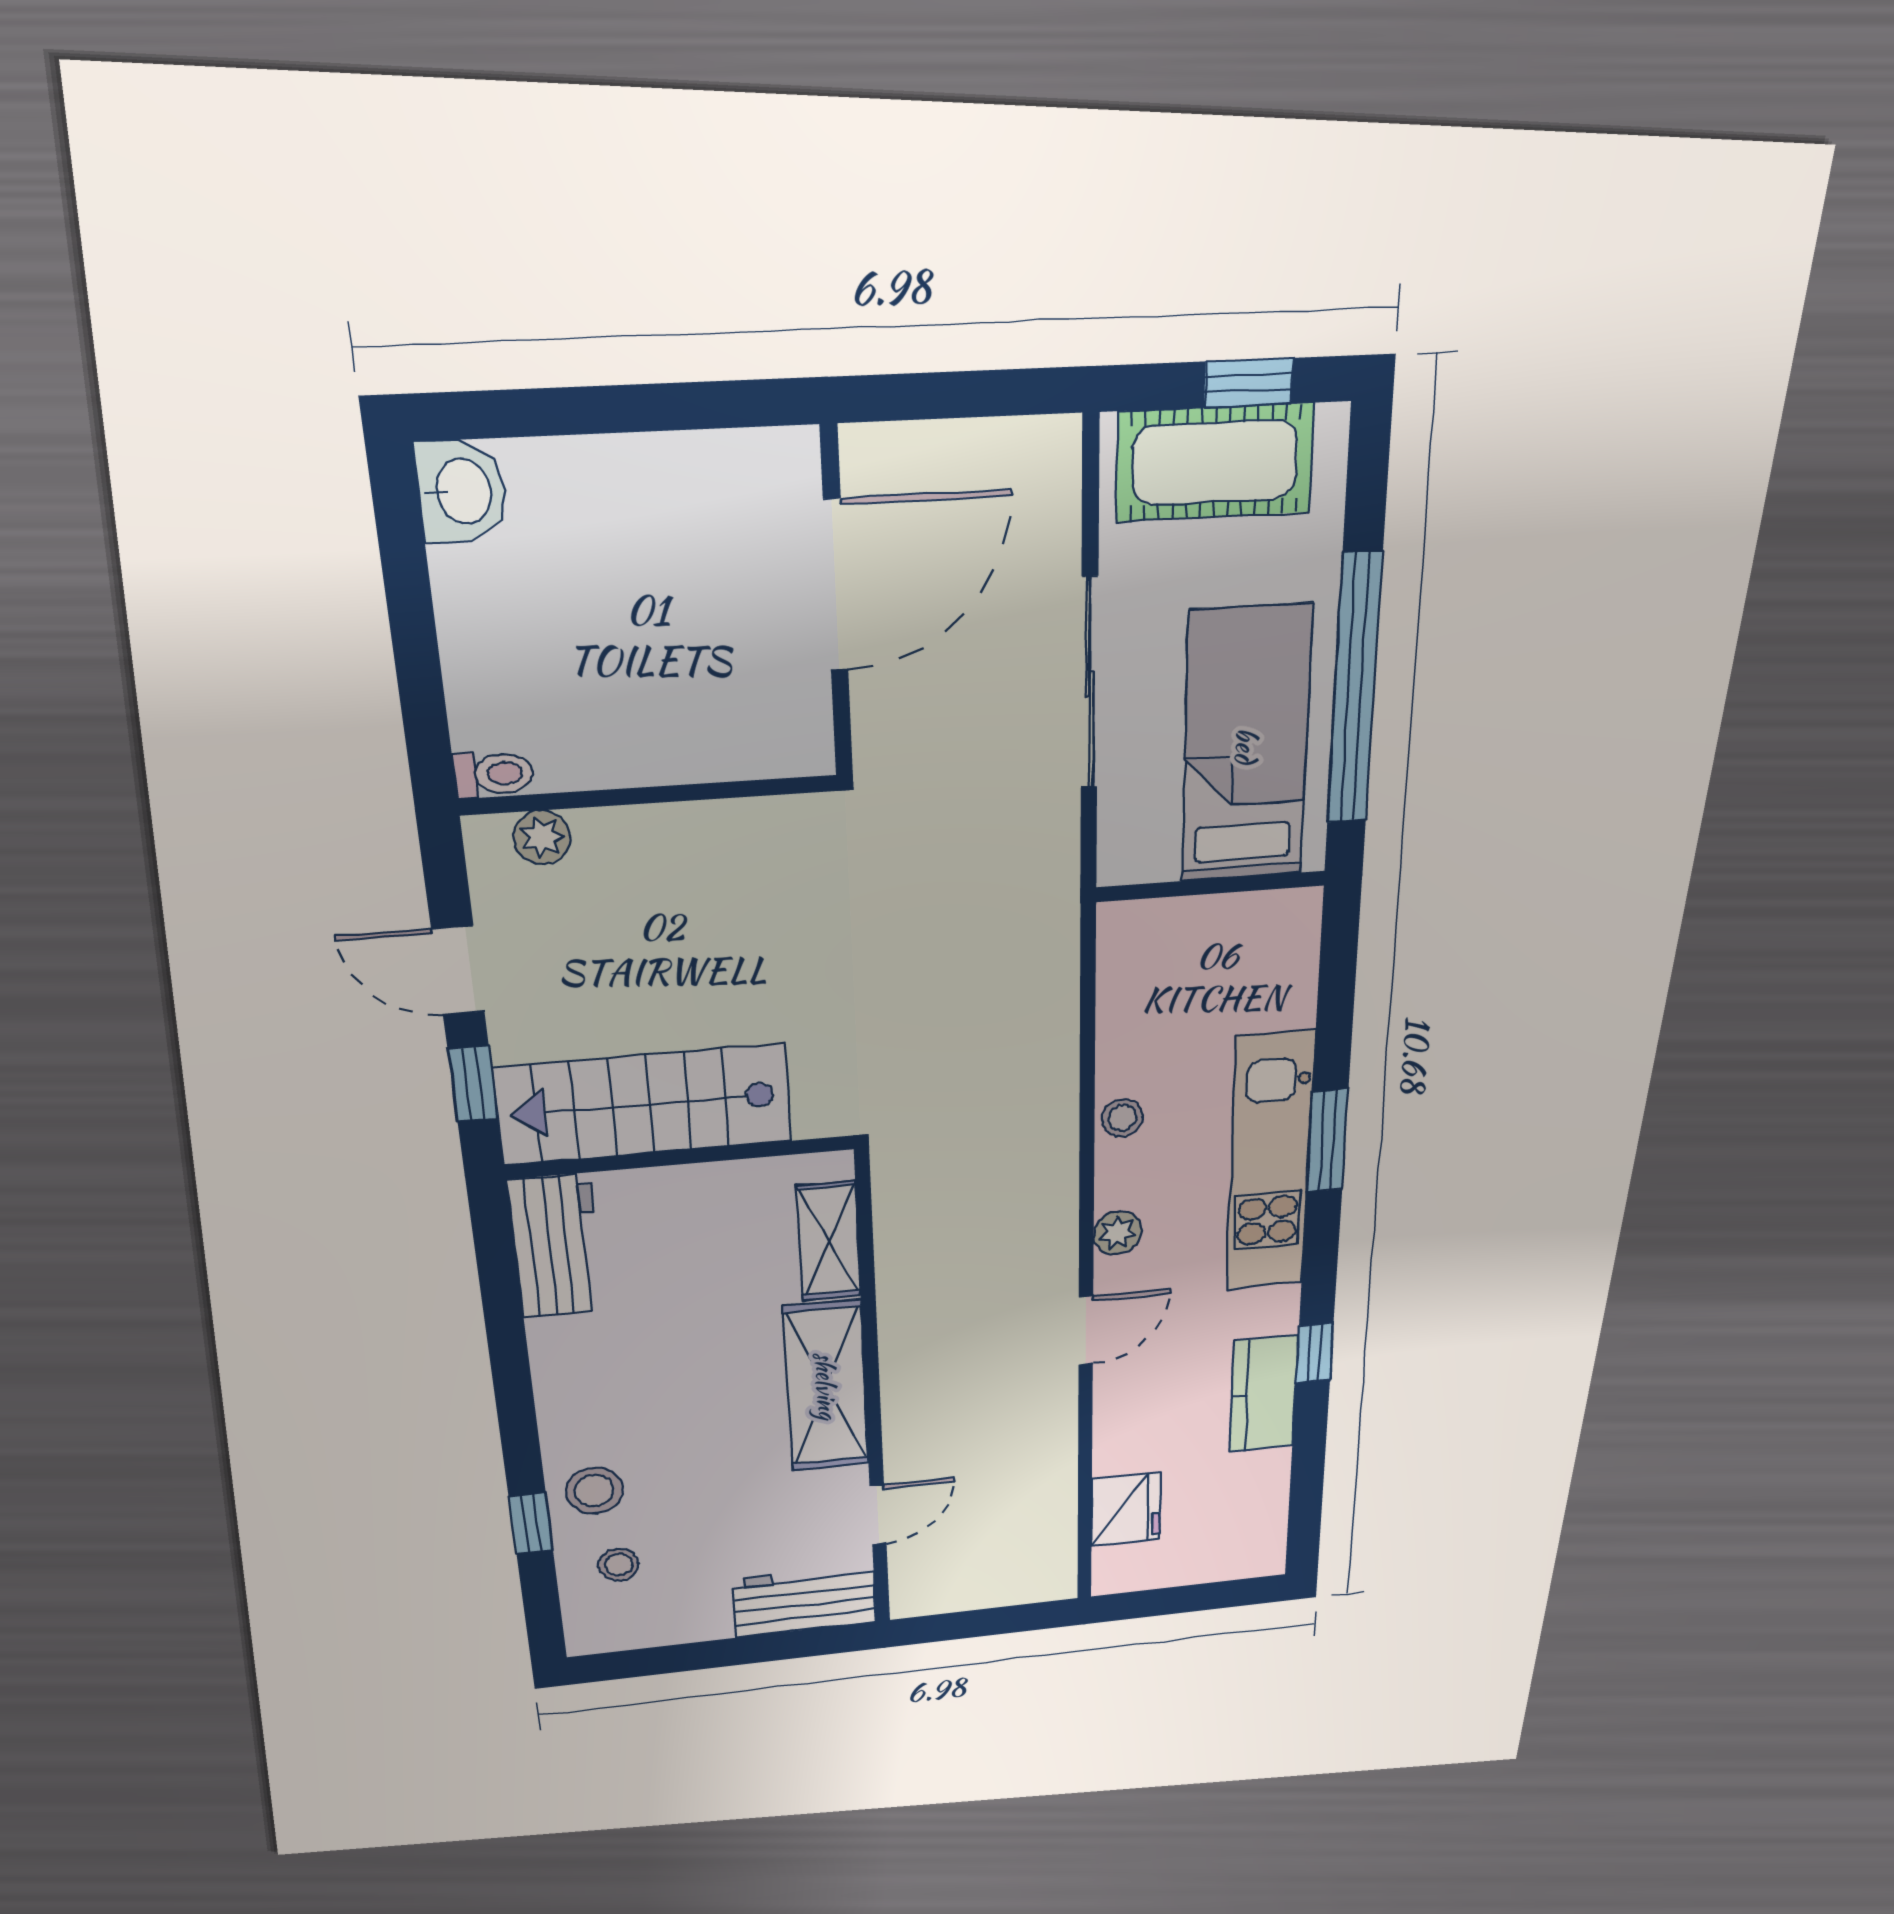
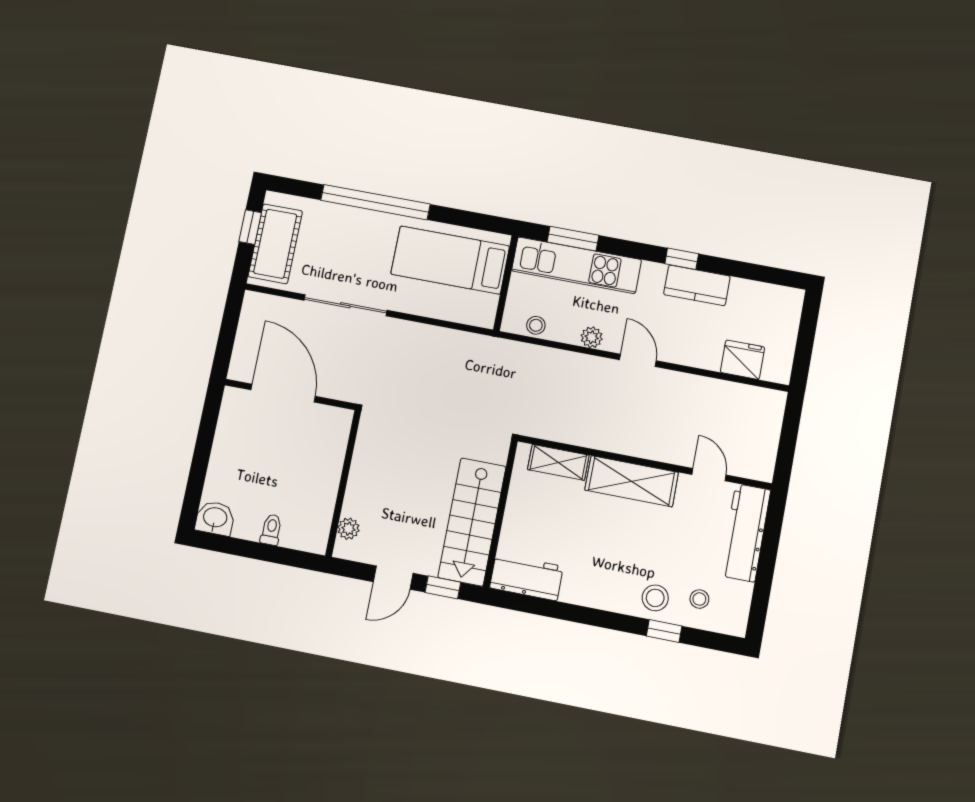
bed: (1246, 745) -> (450, 260), moved
toilet: (494, 774) -> (271, 530), moved
wall: (1211, 886) -> (506, 283), moved
workbench: (805, 1601) -> (745, 533), width x1.38

